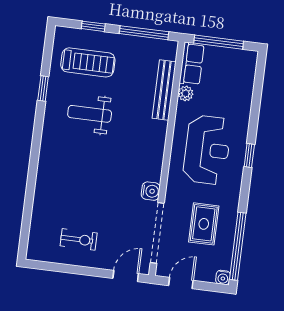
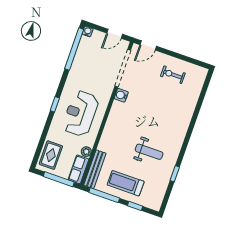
treadmill: (88, 62) -> (126, 183), moved
bench: (164, 90) -> (95, 169), moved
rug: (204, 224) -> (51, 155), moved

